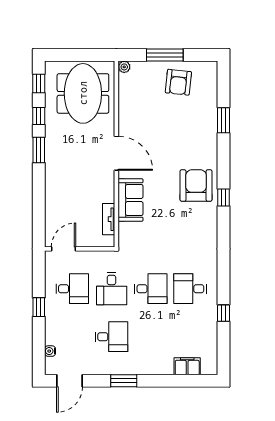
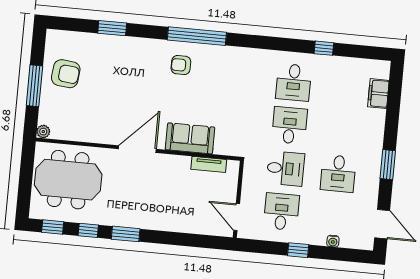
armchair: (196, 185) -> (181, 65), width x0.53, depth x0.53
window: (223, 197) -> (197, 36), width x3.17
desk: (112, 337) -> (338, 173), turned 180
water cooler: (50, 351) -> (333, 241), moved

